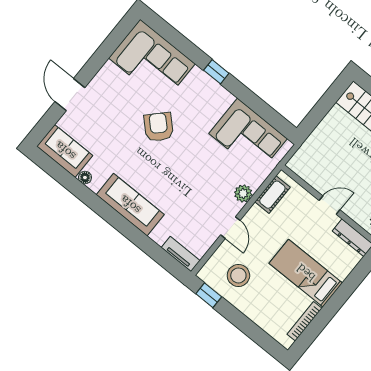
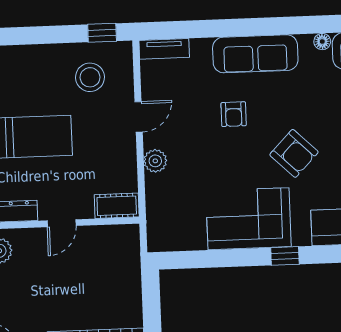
corner sofa: (248, 136) -> (248, 219), moved
armchair: (174, 181) -> (234, 114), added
cot: (272, 195) -> (117, 206), moved, turned 90
door: (230, 228) -> (139, 117), swing flipped

